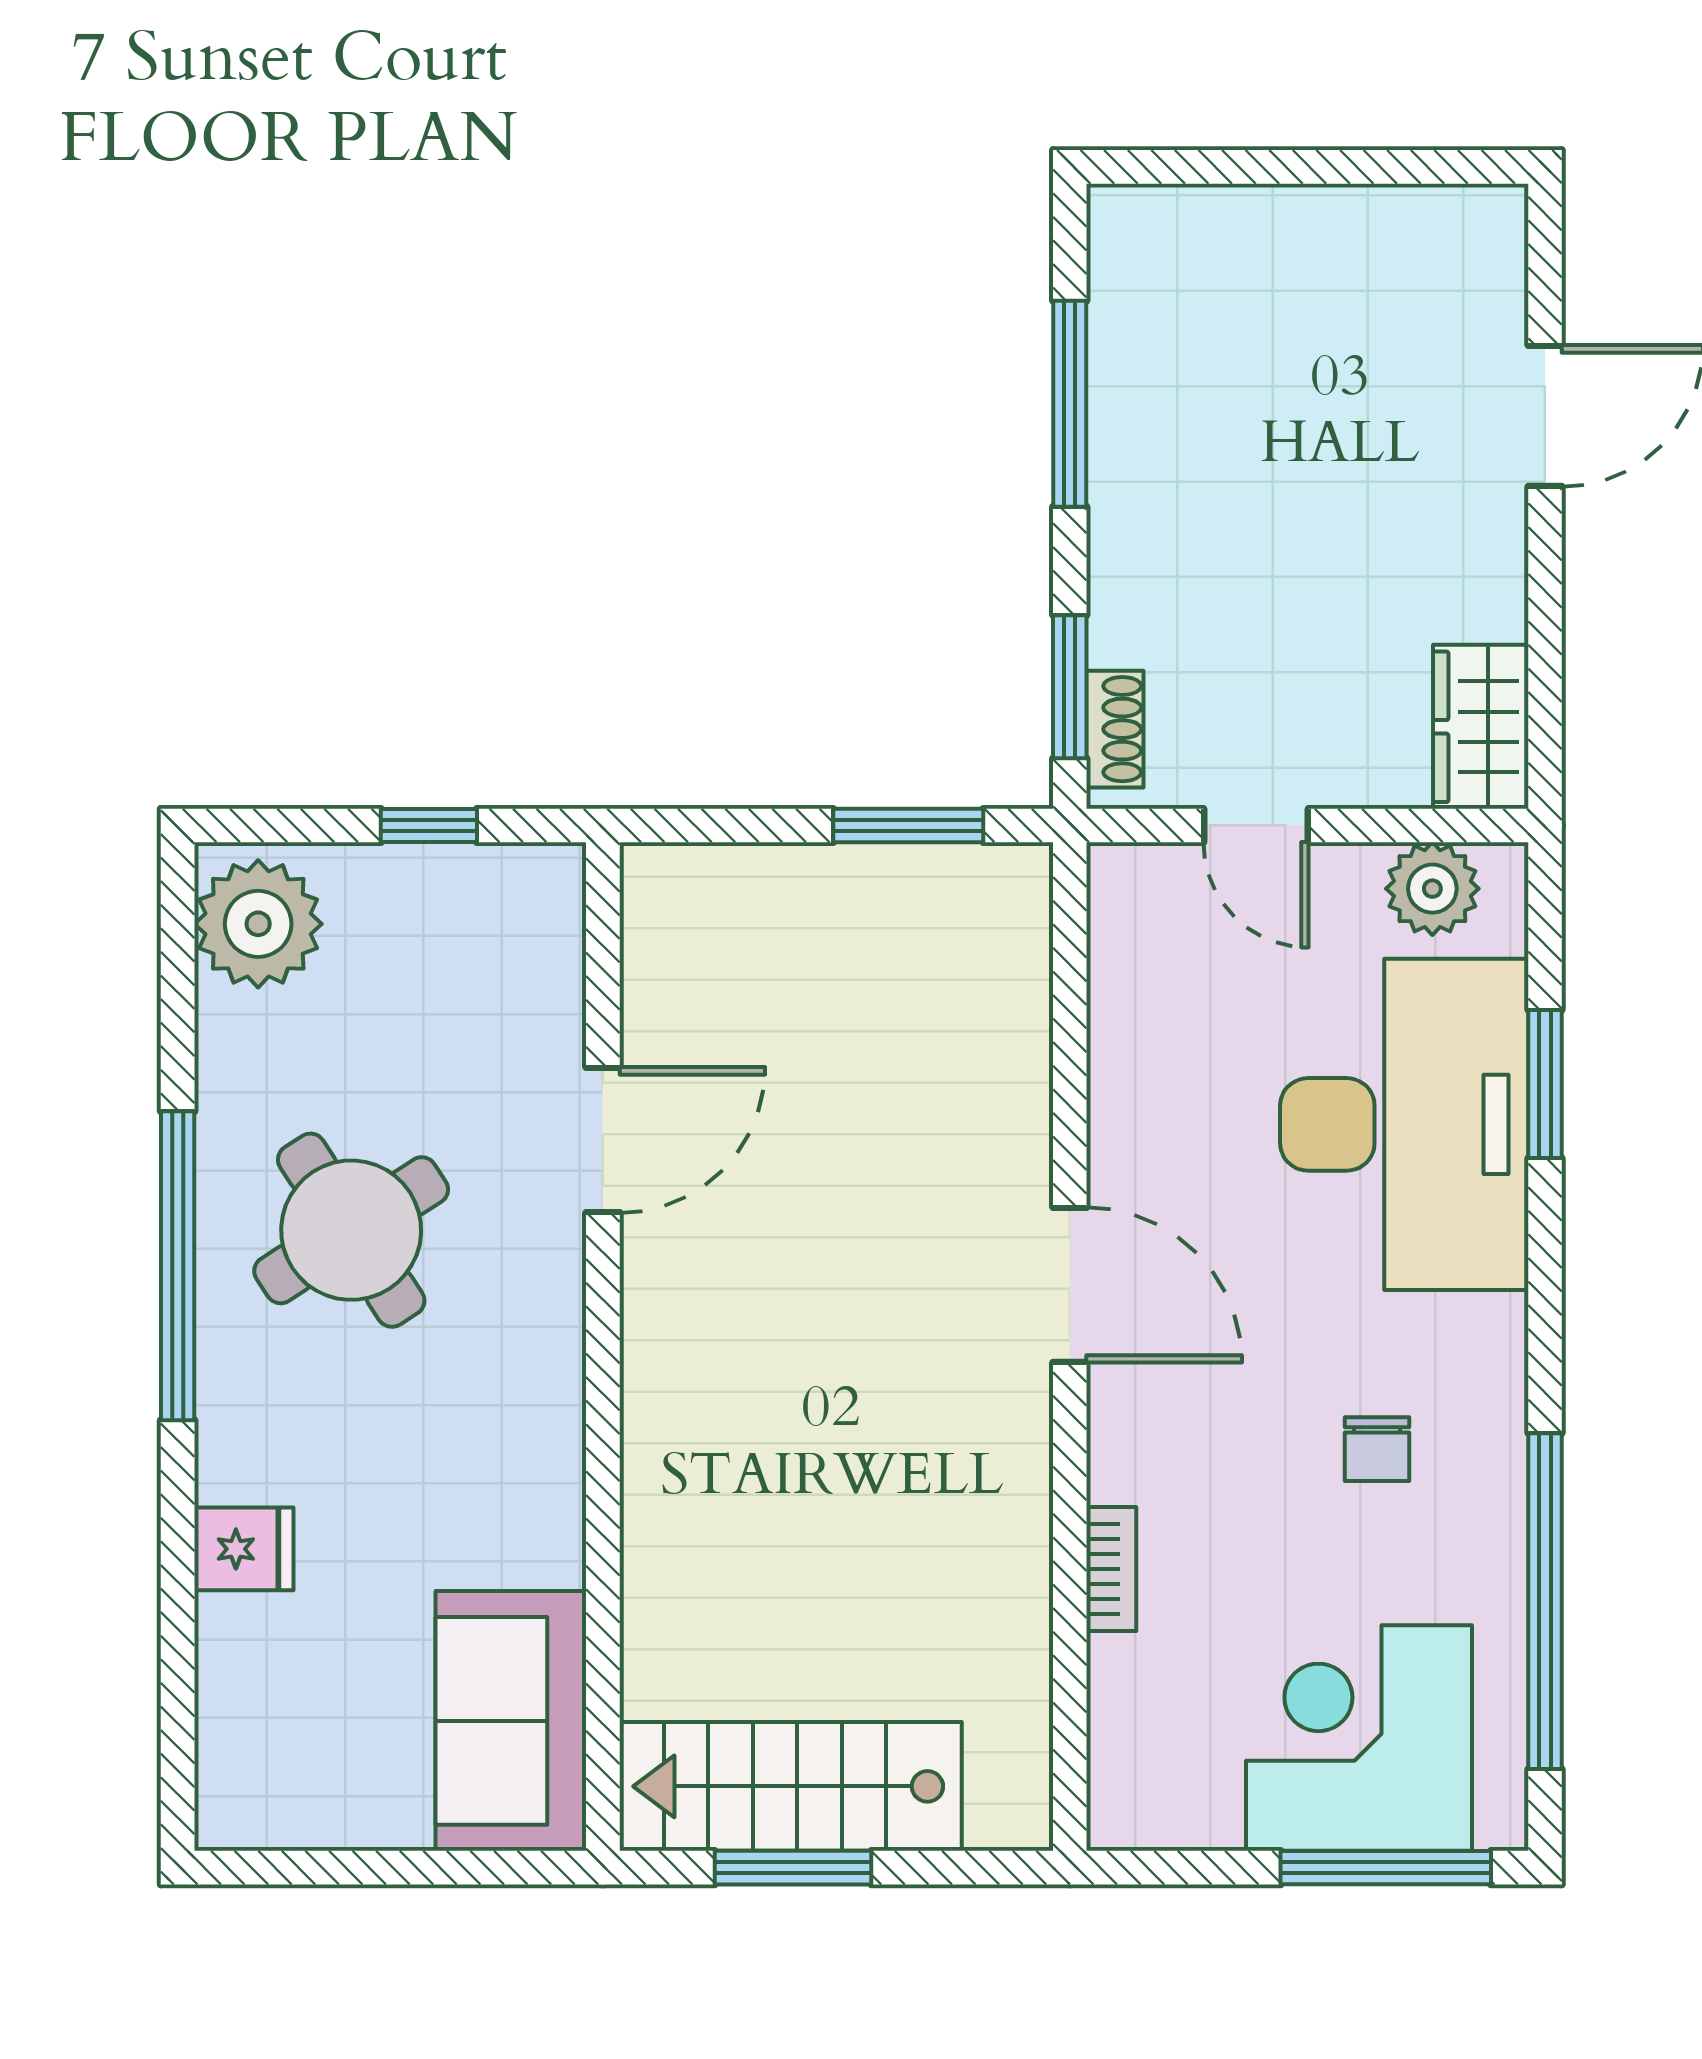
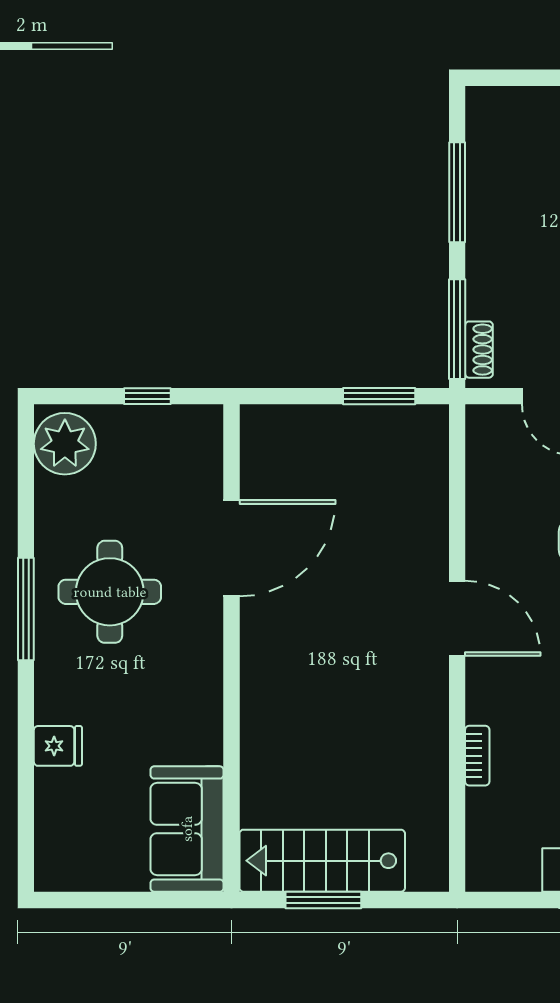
window: (1070, 687) -> (457, 329), width x1.44
door: (603, 1140) -> (231, 548), width x1.36
round table: (351, 1230) -> (110, 592), turned 33
window: (178, 1266) -> (26, 609), width x0.68

